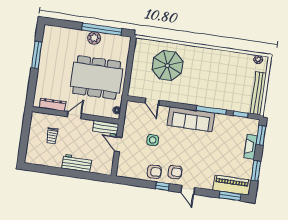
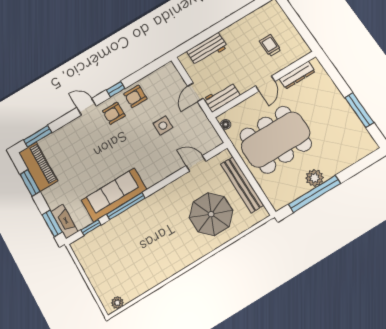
bench: (258, 93) -> (242, 185), moved
sofa: (191, 119) -> (114, 195), moved
door: (118, 144) -> (195, 92), swing flipped
fireplace: (251, 147) -> (64, 222), moved
workbench: (77, 163) -> (207, 49), moved
piano: (232, 185) -> (38, 167), moved, turned -90

